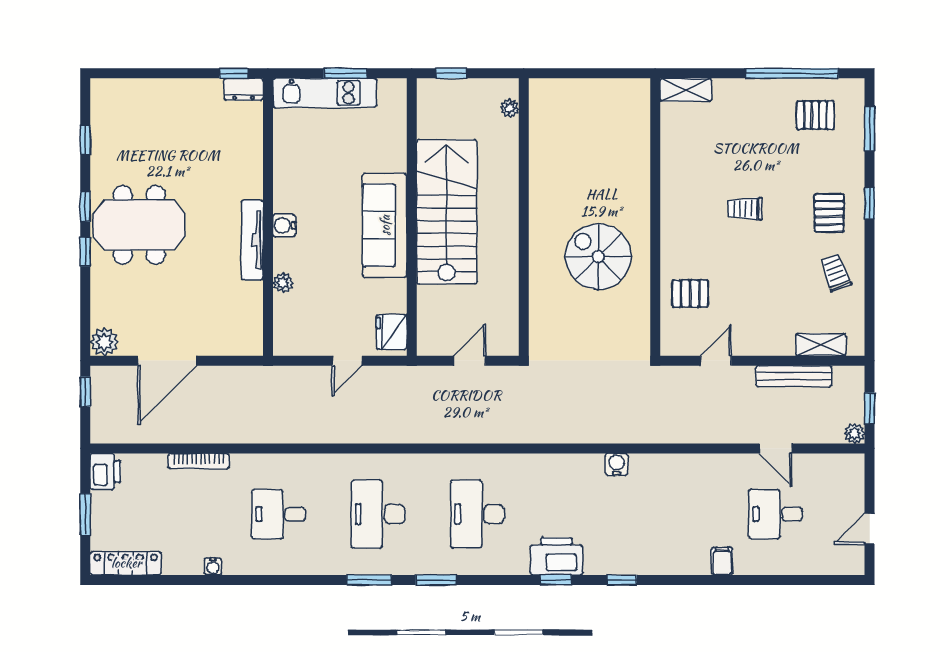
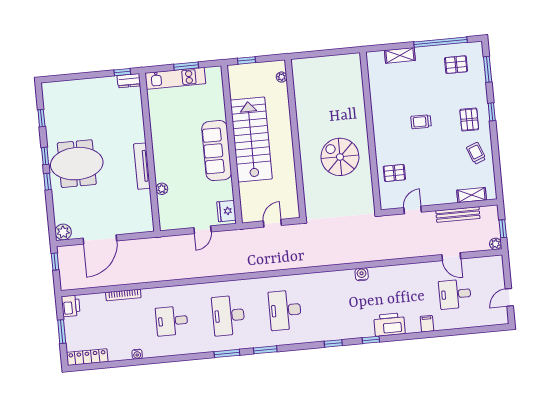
shelving: (686, 90) -> (400, 55), moved
water cooler: (284, 226) -> (159, 156), removed
printer: (556, 556) -> (389, 325), moved

